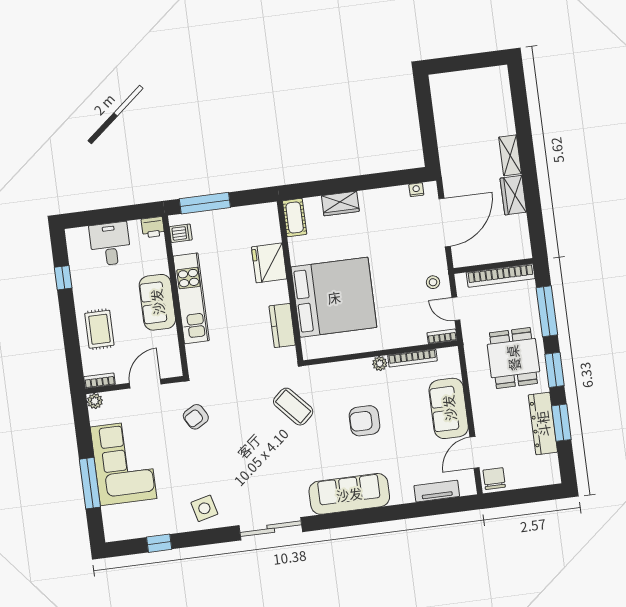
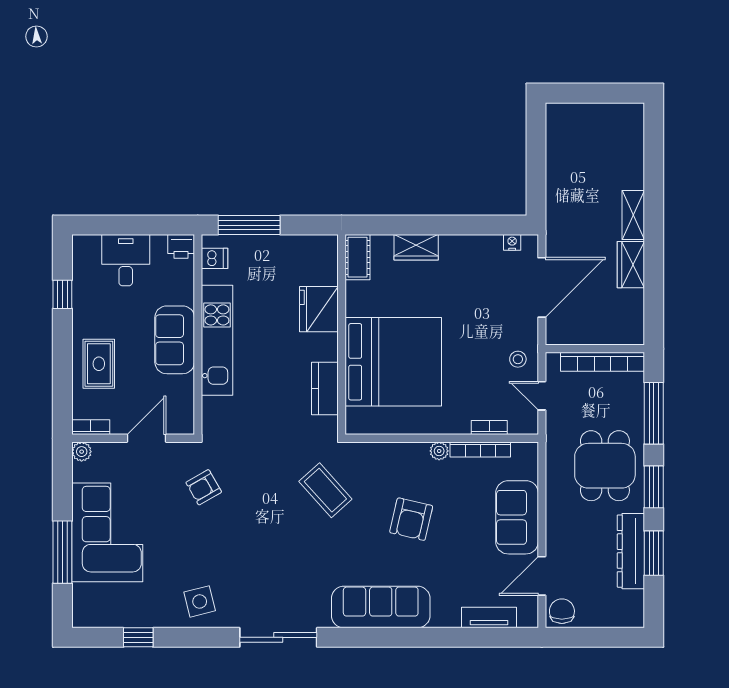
bookcase: (442, 336) -> (489, 428), moved
armchair: (364, 421) -> (411, 519), turned -77

